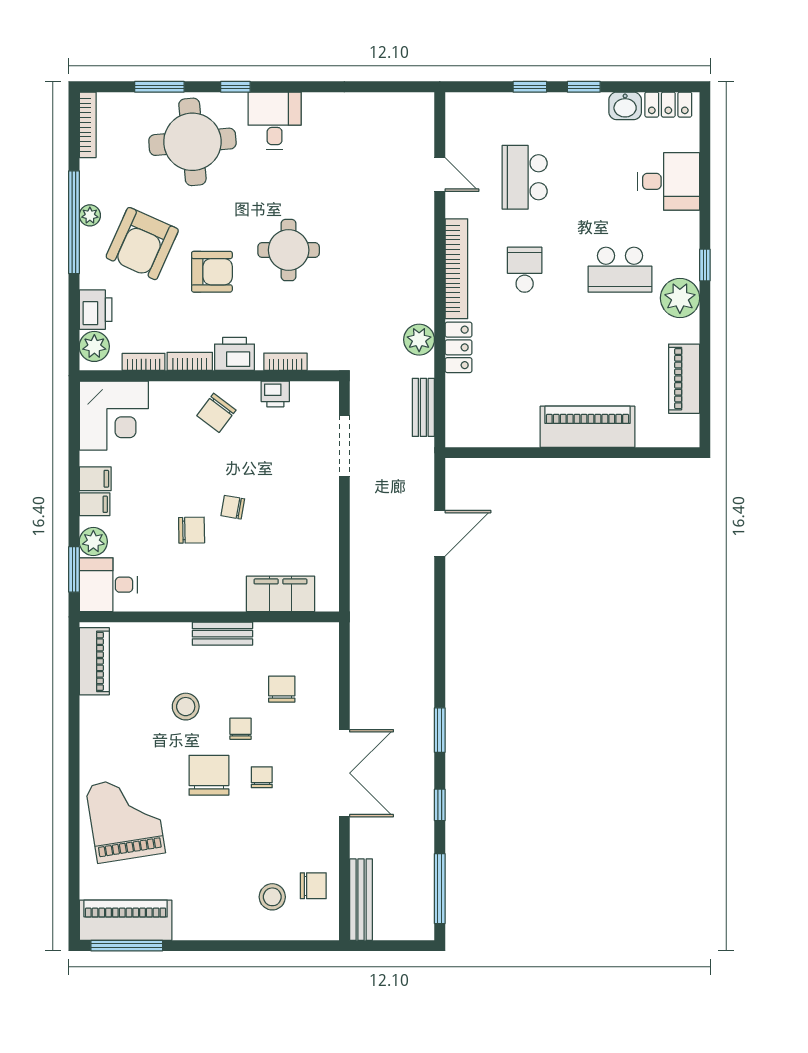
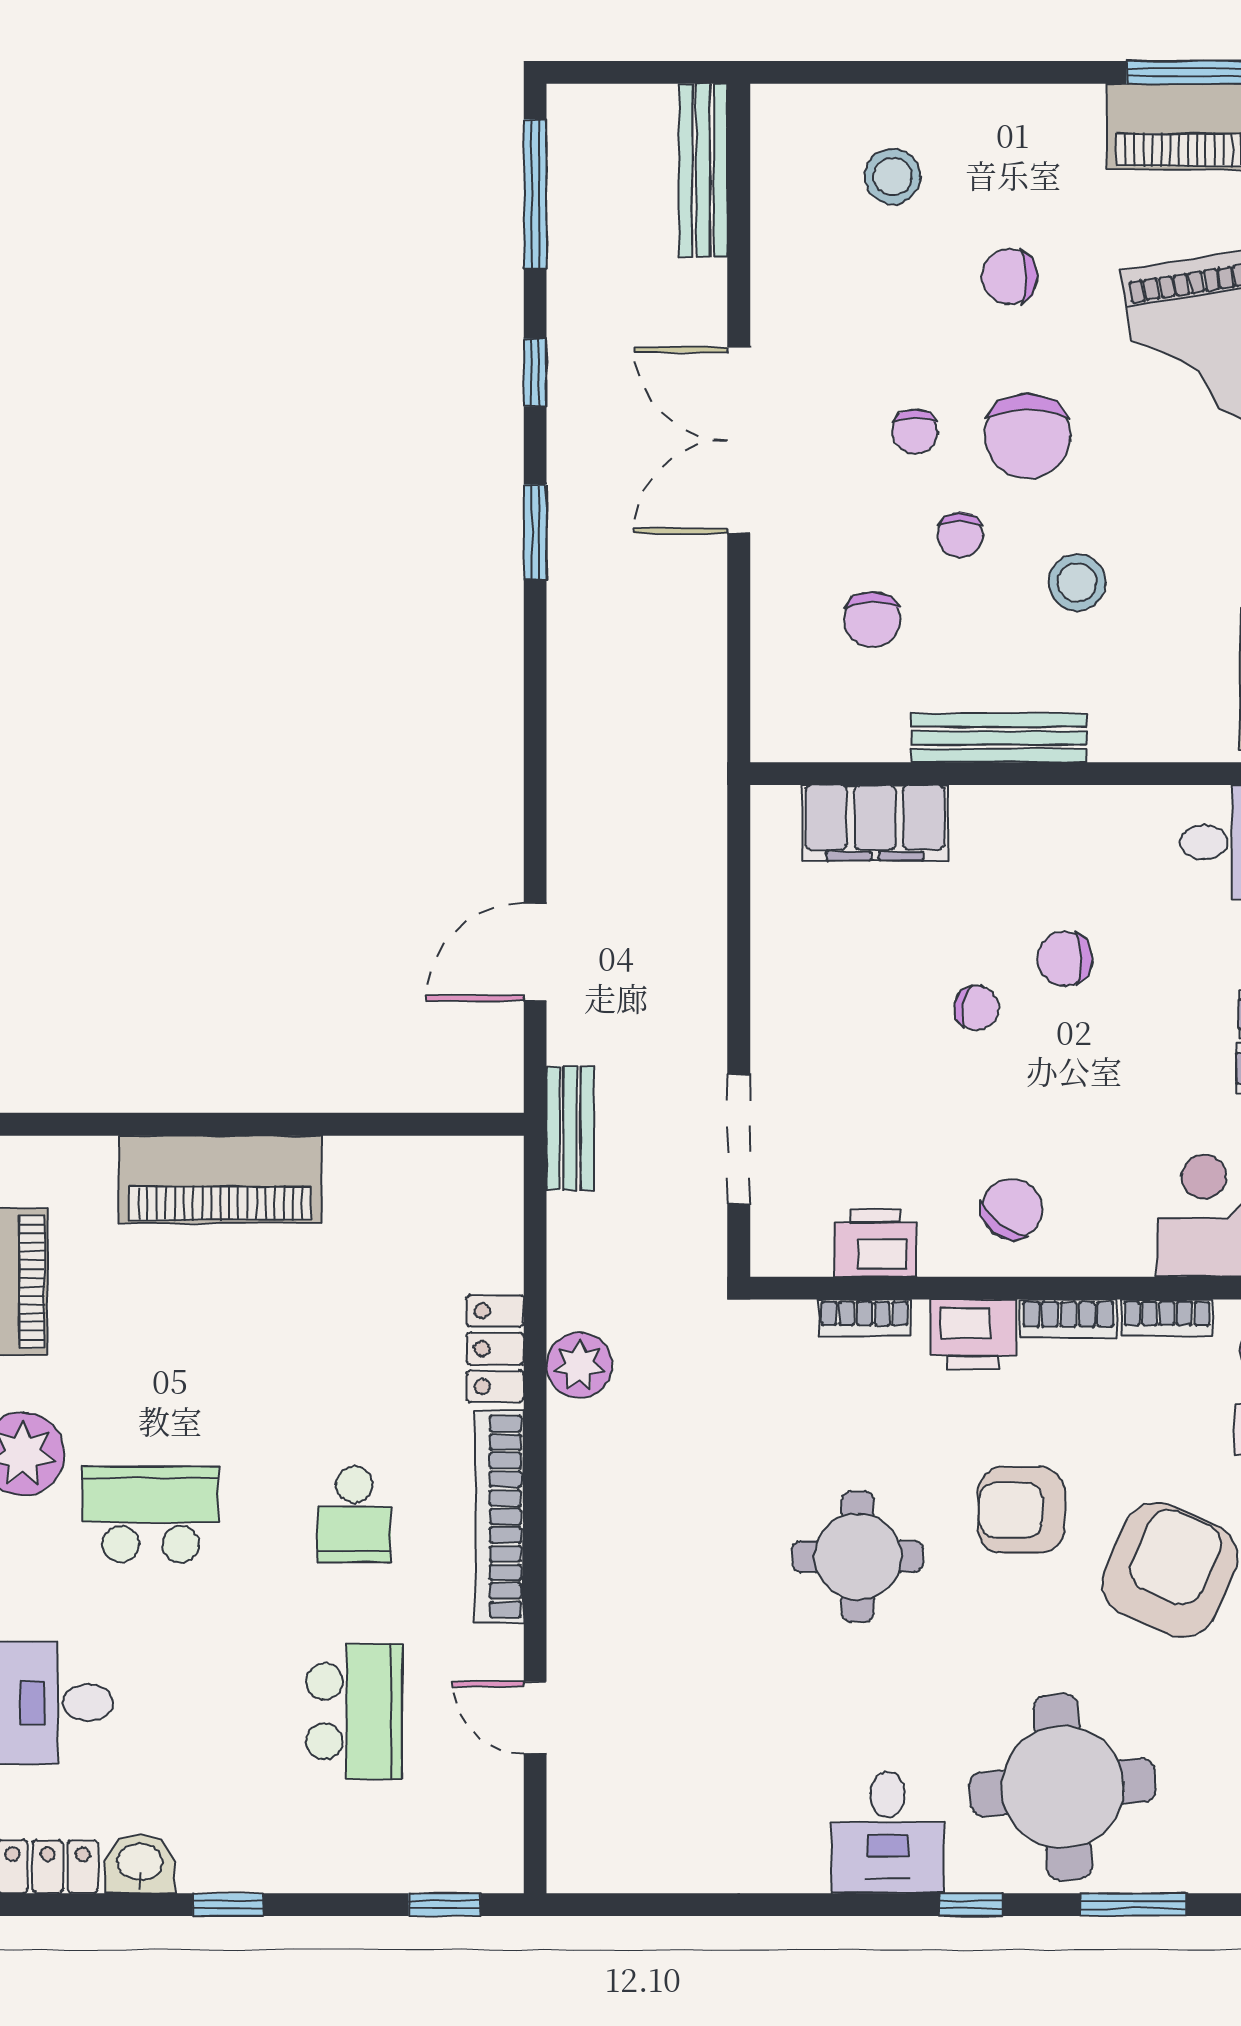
window: (530, 87) -> (444, 1905), moved
printer: (275, 394) -> (875, 1243), width x1.36, depth x1.24
bench: (423, 407) -> (570, 1128), moved
bench: (222, 634) -> (999, 738), width x1.36
chair: (313, 886) -> (1010, 277), moved

